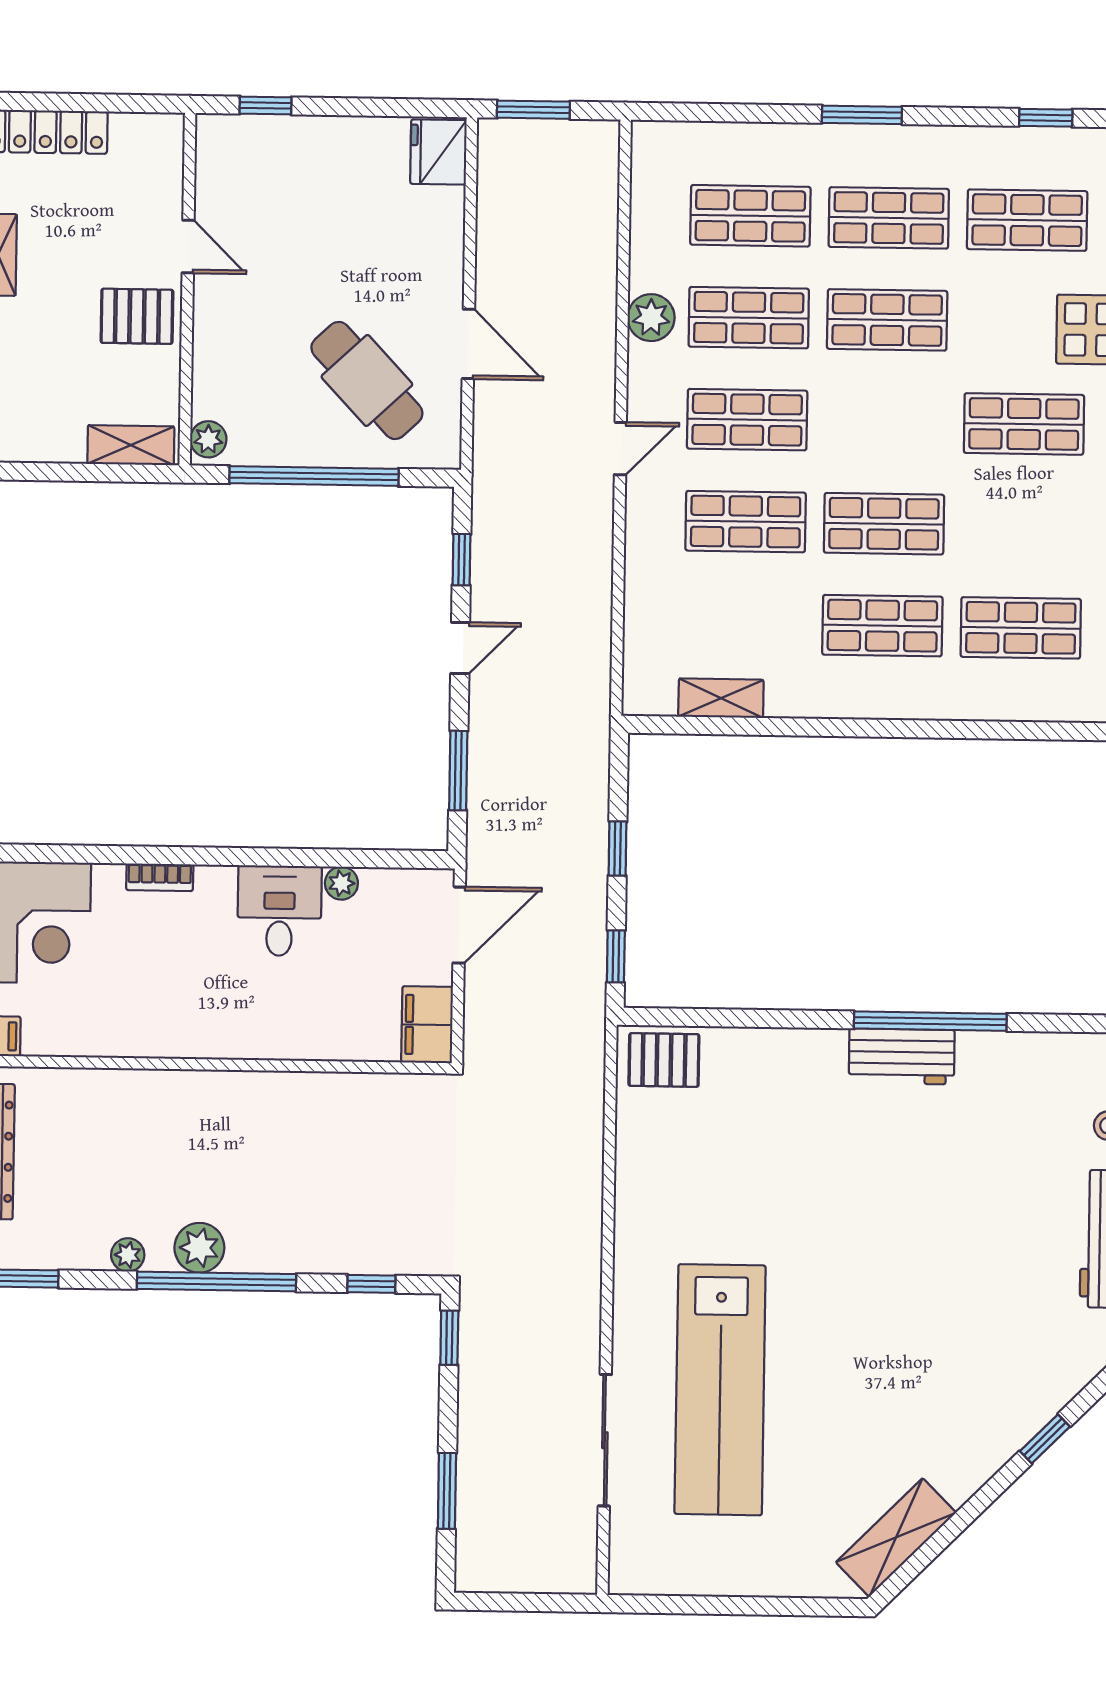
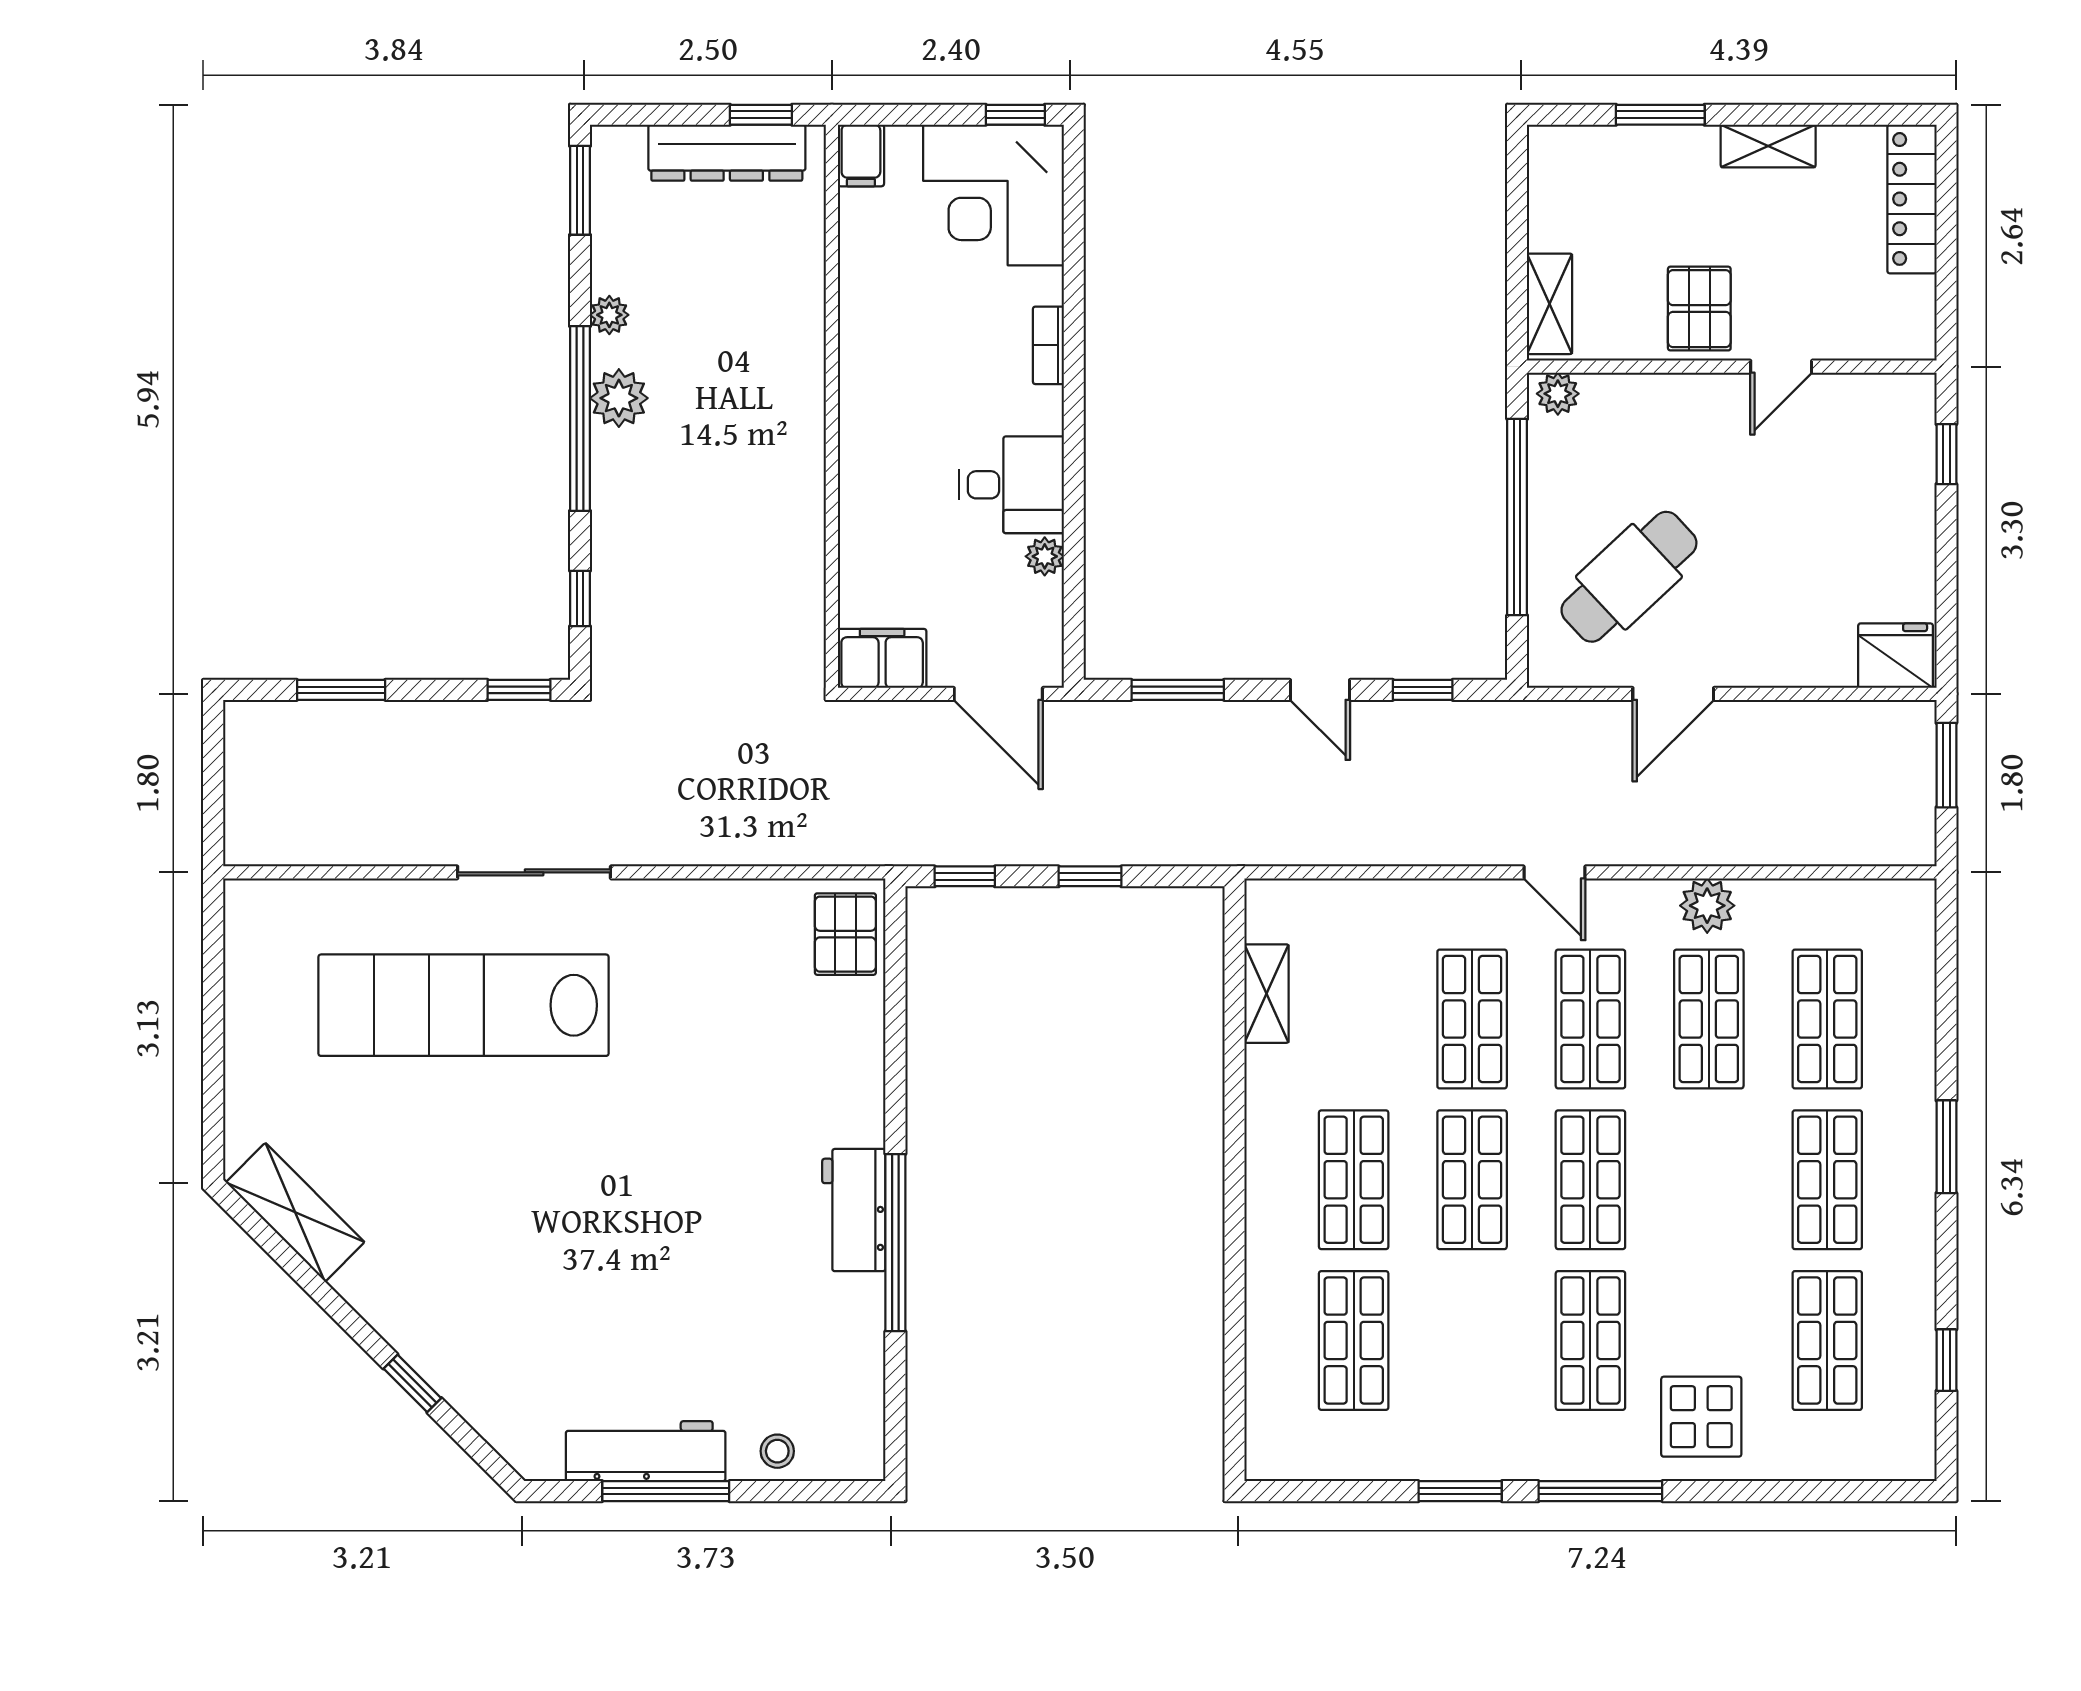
shop shelf: (887, 320) -> (1590, 1180), moved
sliding door: (605, 1440) -> (534, 872), moved

